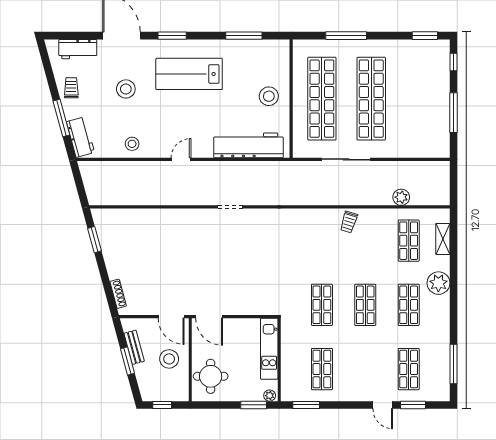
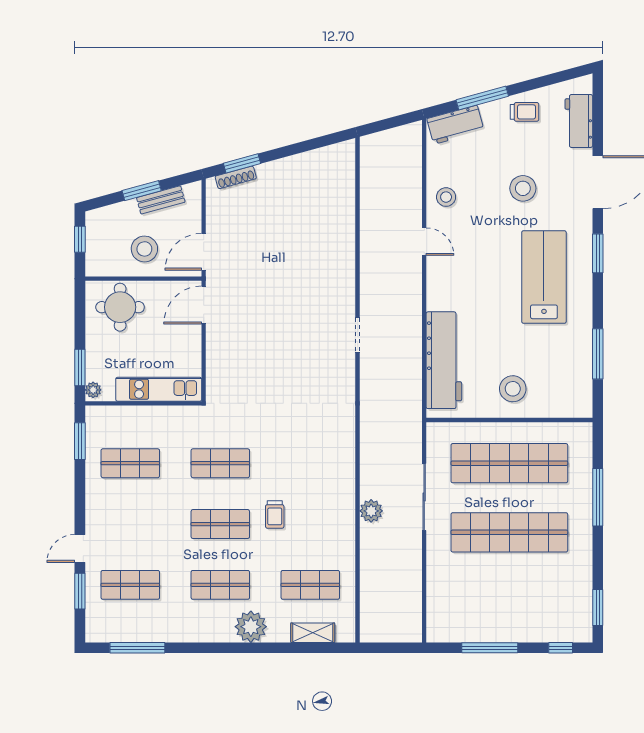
door: (181, 159) -> (424, 242), moved
plant: (401, 197) -> (371, 511), moved
trolley: (349, 222) -> (275, 514), moved, turned -107
window: (94, 240) -> (242, 163), moved

